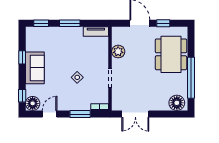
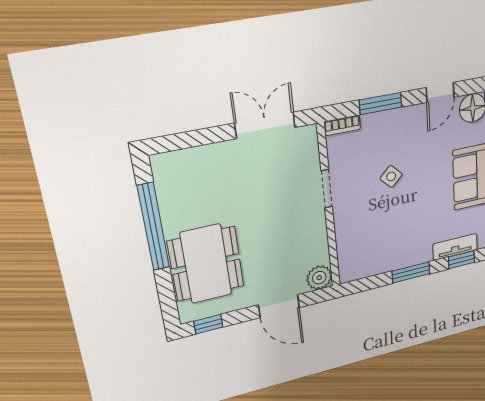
window: (163, 23) -> (208, 324), moved
tv unit: (96, 32) -> (455, 247), moved
plant: (118, 52) -> (319, 278), moved
floor lamp: (177, 103) -> (176, 167), removed

